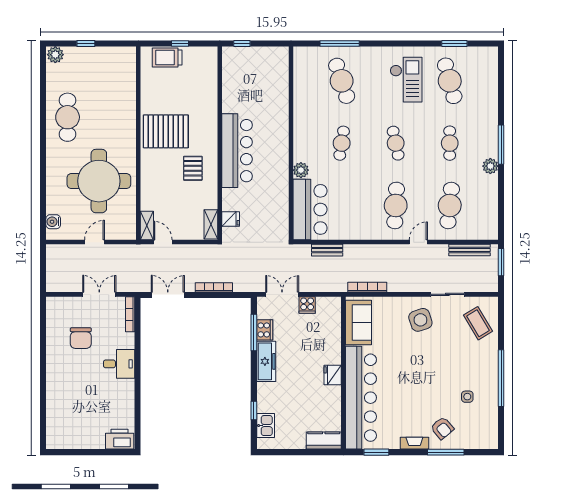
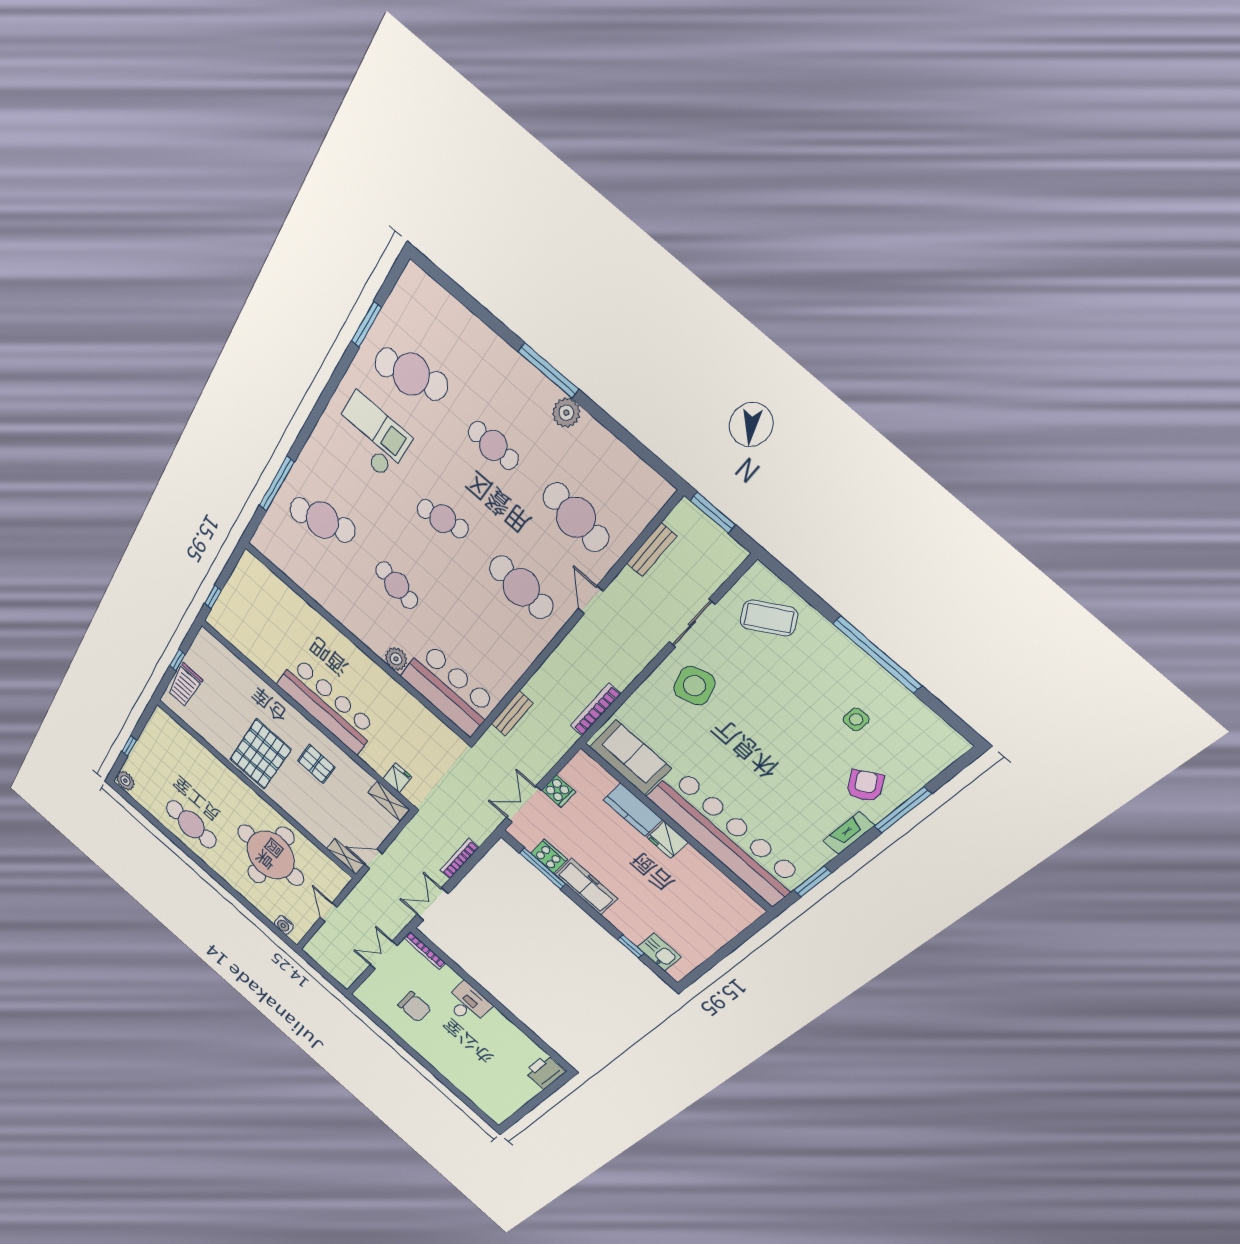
bench: (469, 250) -> (651, 550), width x0.73
armchair: (442, 428) -> (865, 786), turned -83
kitchen counter: (324, 441) -> (633, 810), moved, turned -90

